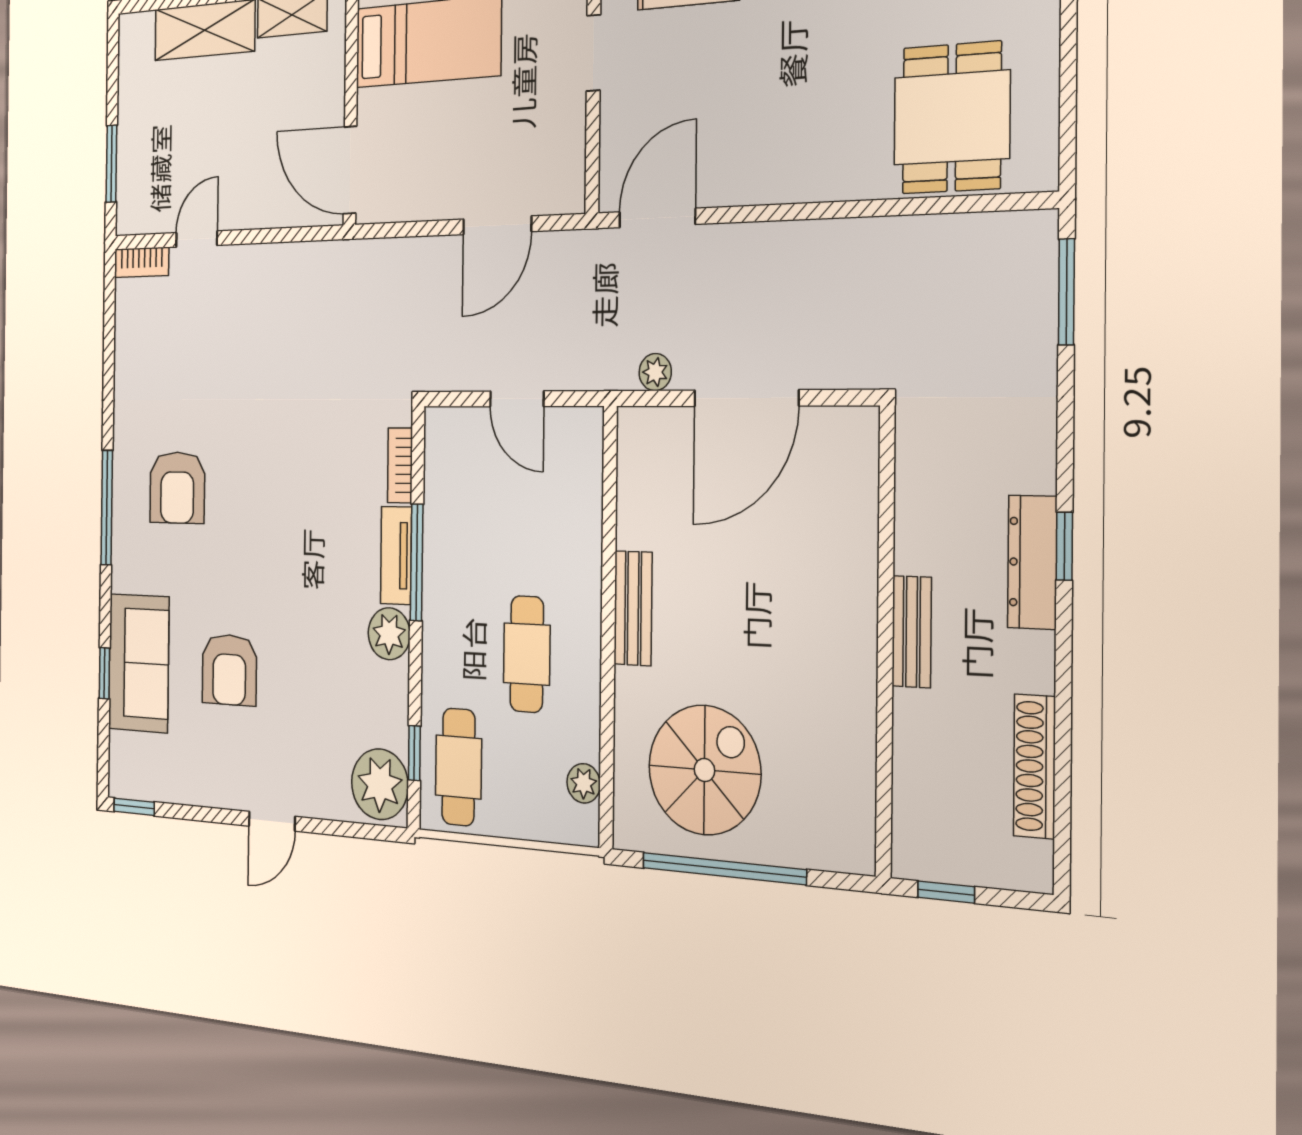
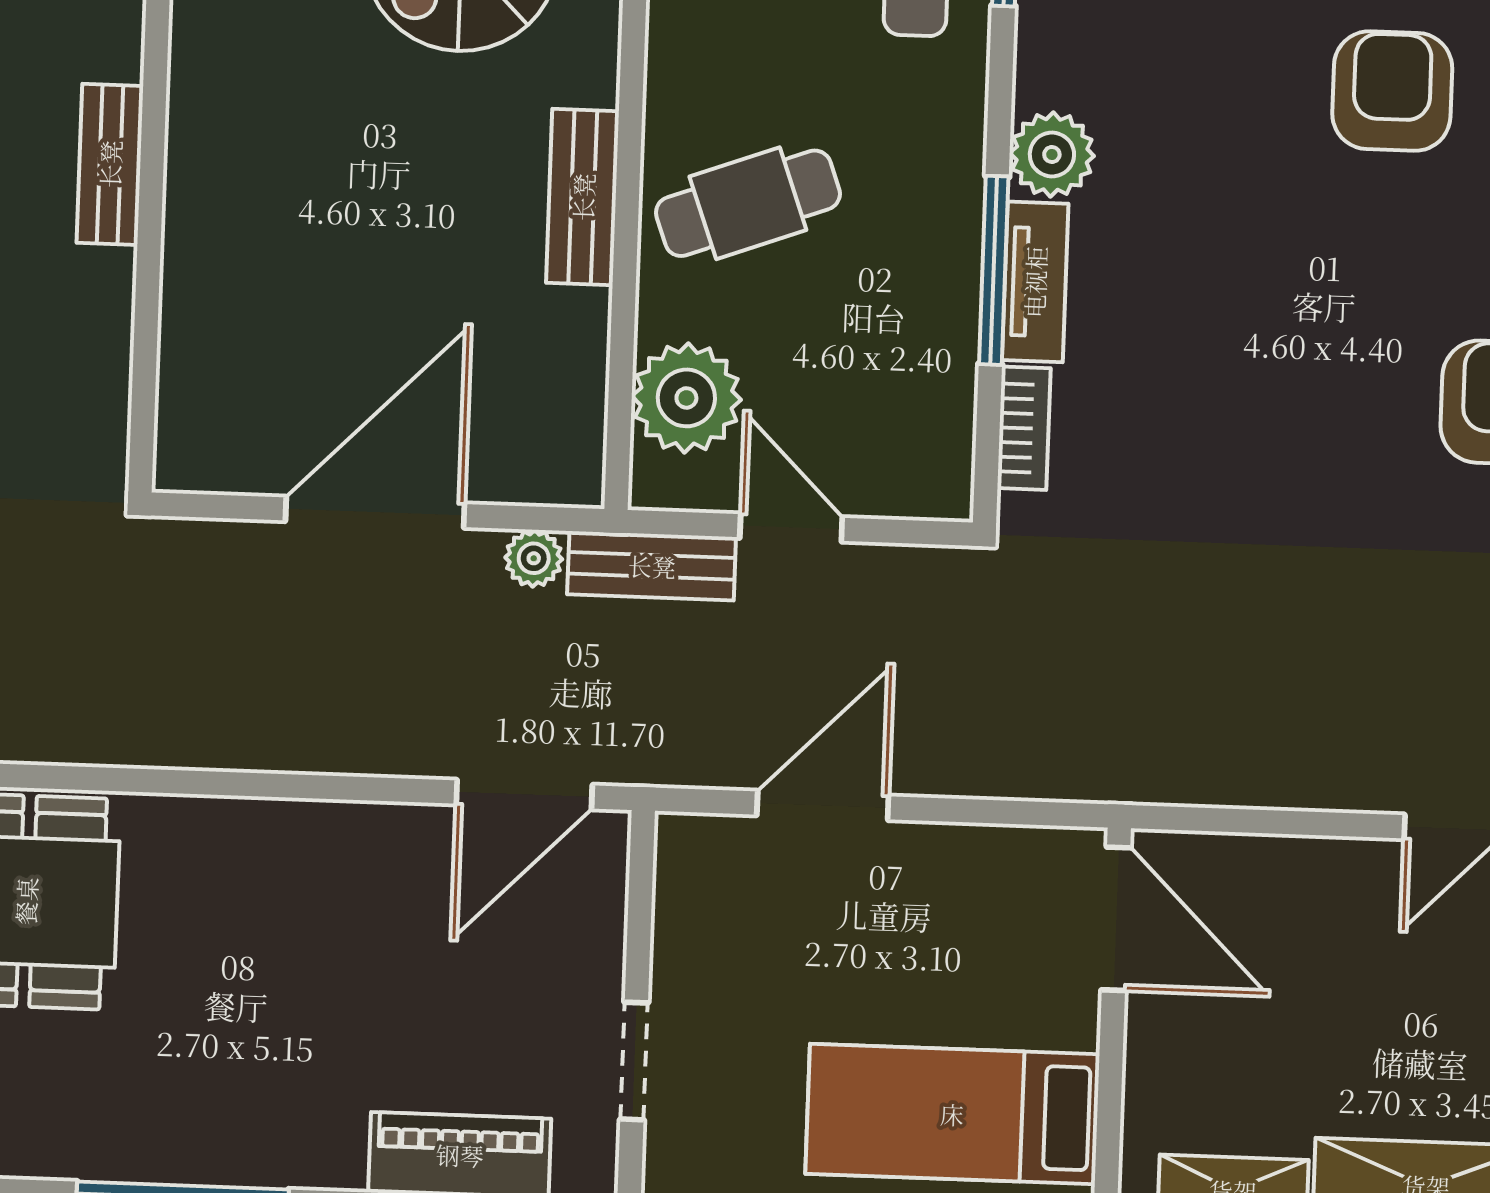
bench: (590, 371) -> (652, 566), added
plant: (574, 479) -> (686, 398), added
cafe table: (527, 654) -> (748, 203), moved, turned 70

